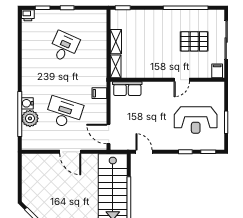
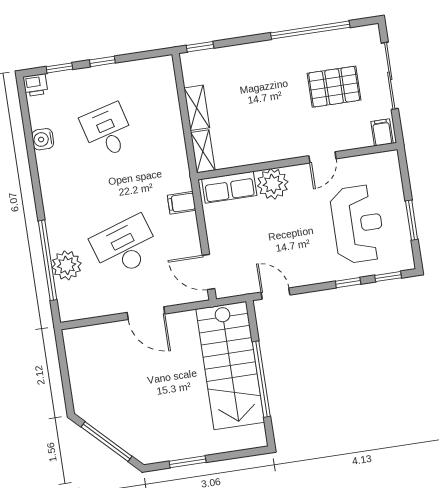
desk: (64, 47) -> (107, 131), turned -39
plant: (152, 90) -> (273, 184), added
water cooler: (27, 103) -> (43, 139), moved
desk: (64, 113) -> (125, 246), turned -36
reception desk: (196, 120) -> (358, 224), turned -90

